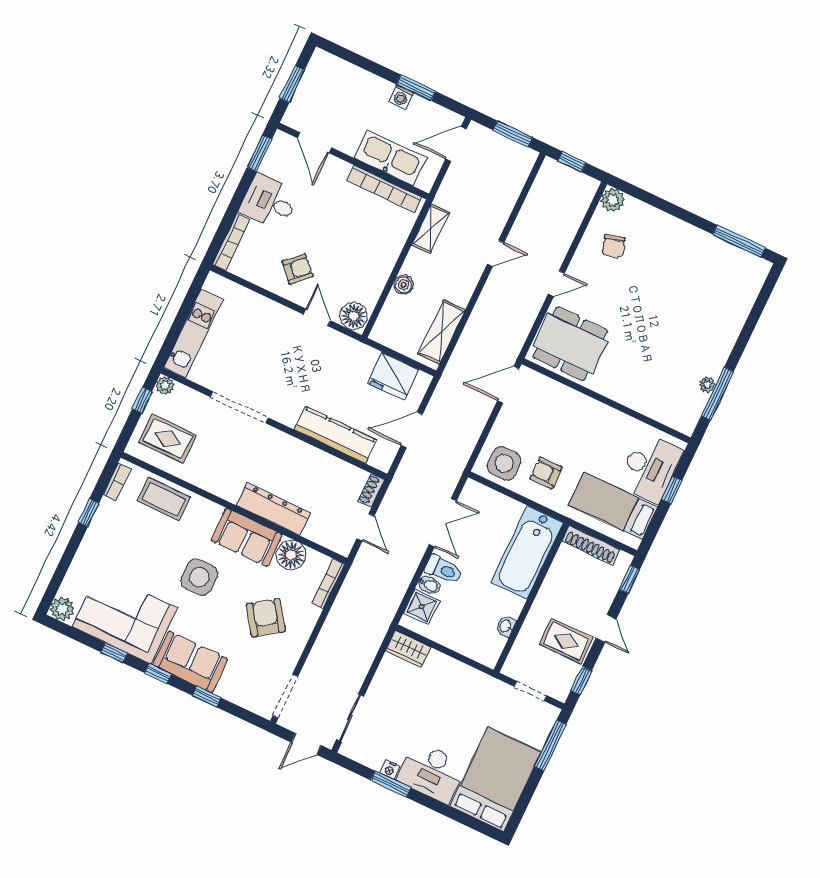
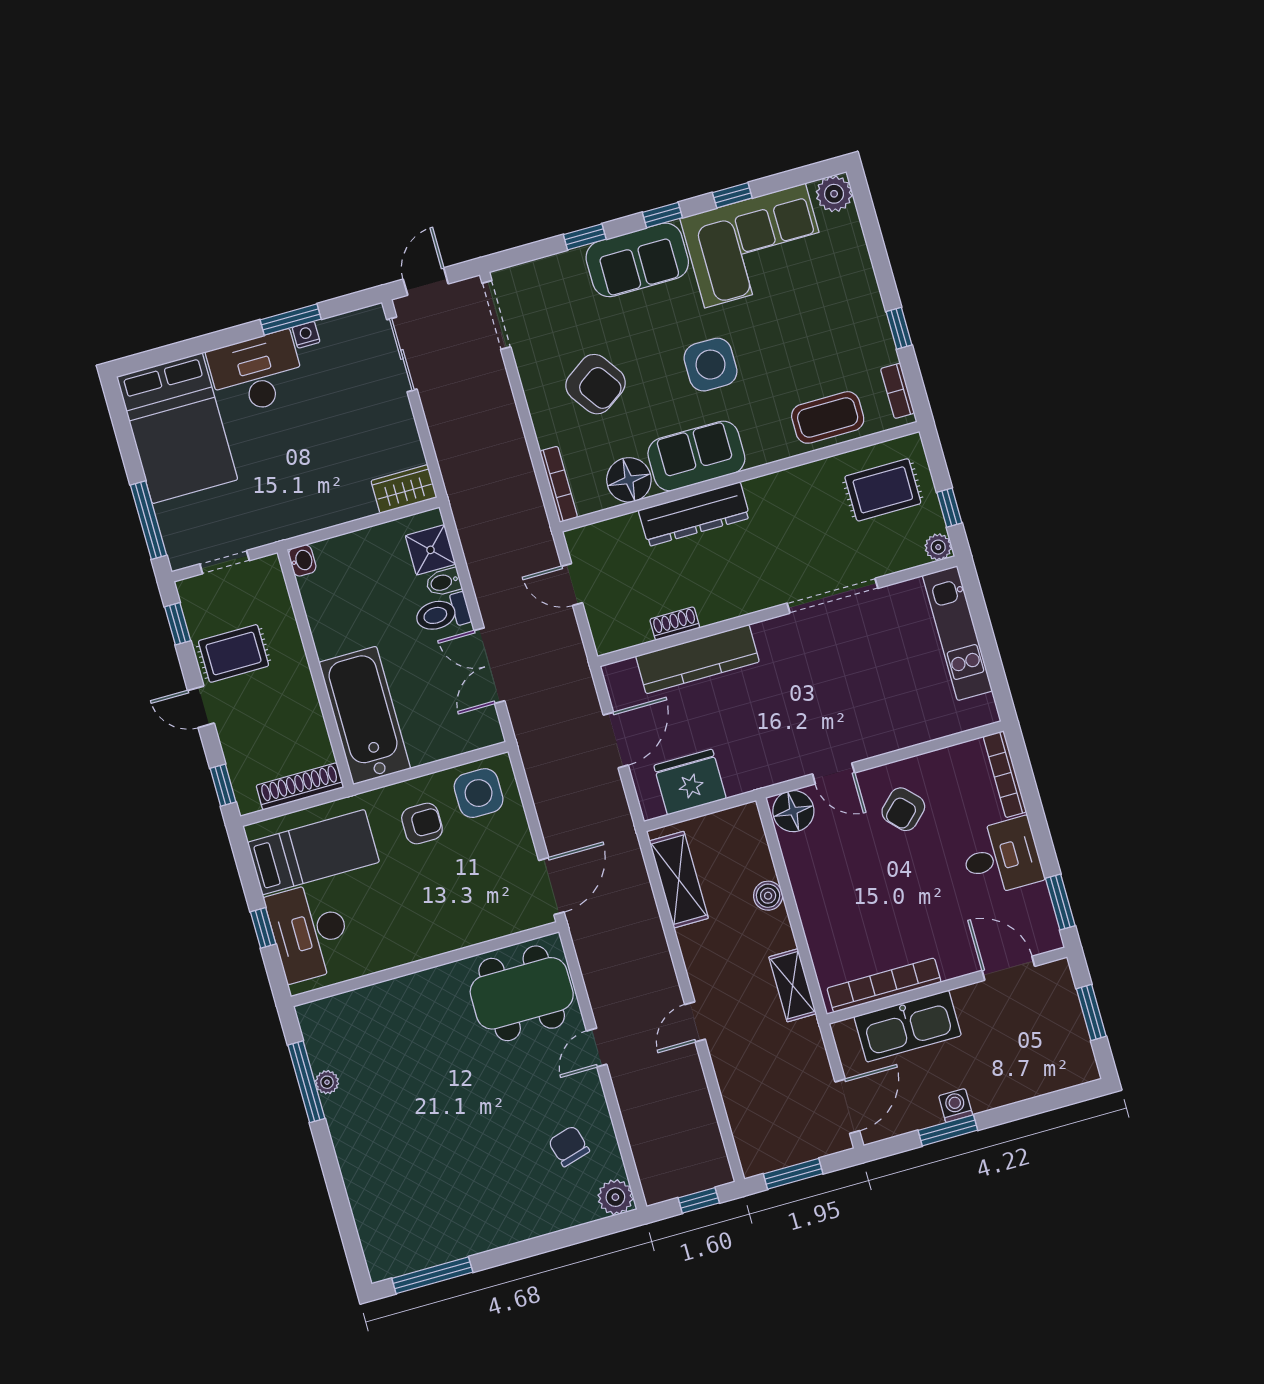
shoe rack: (371, 490) -> (675, 623), moved, turned -90
washbasin: (506, 626) -> (302, 560), moved

